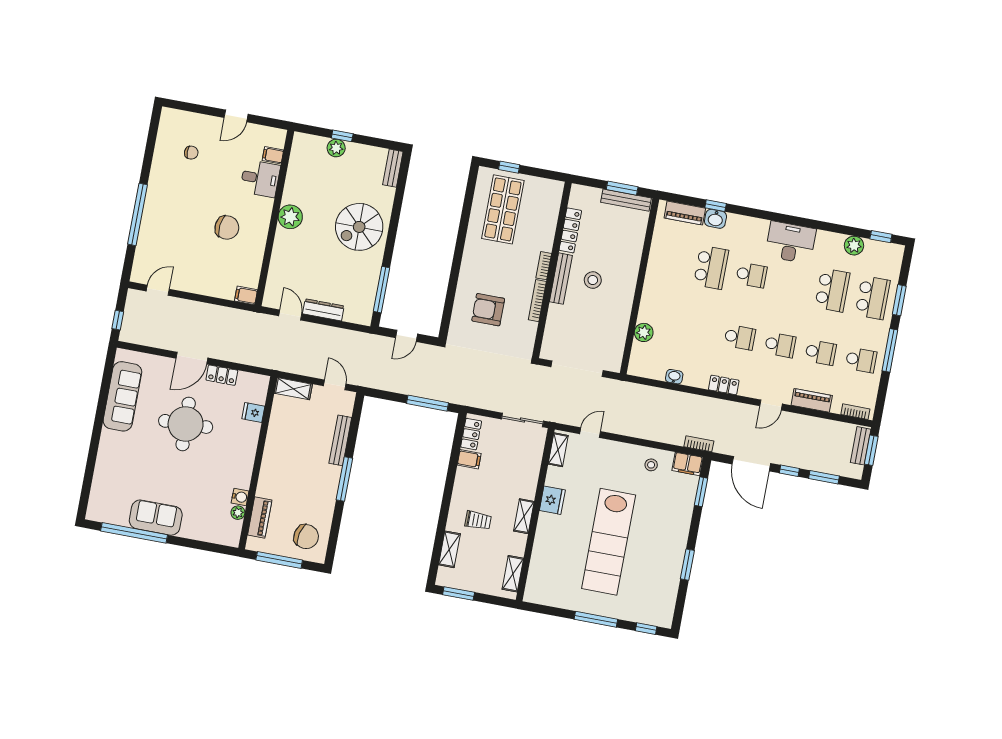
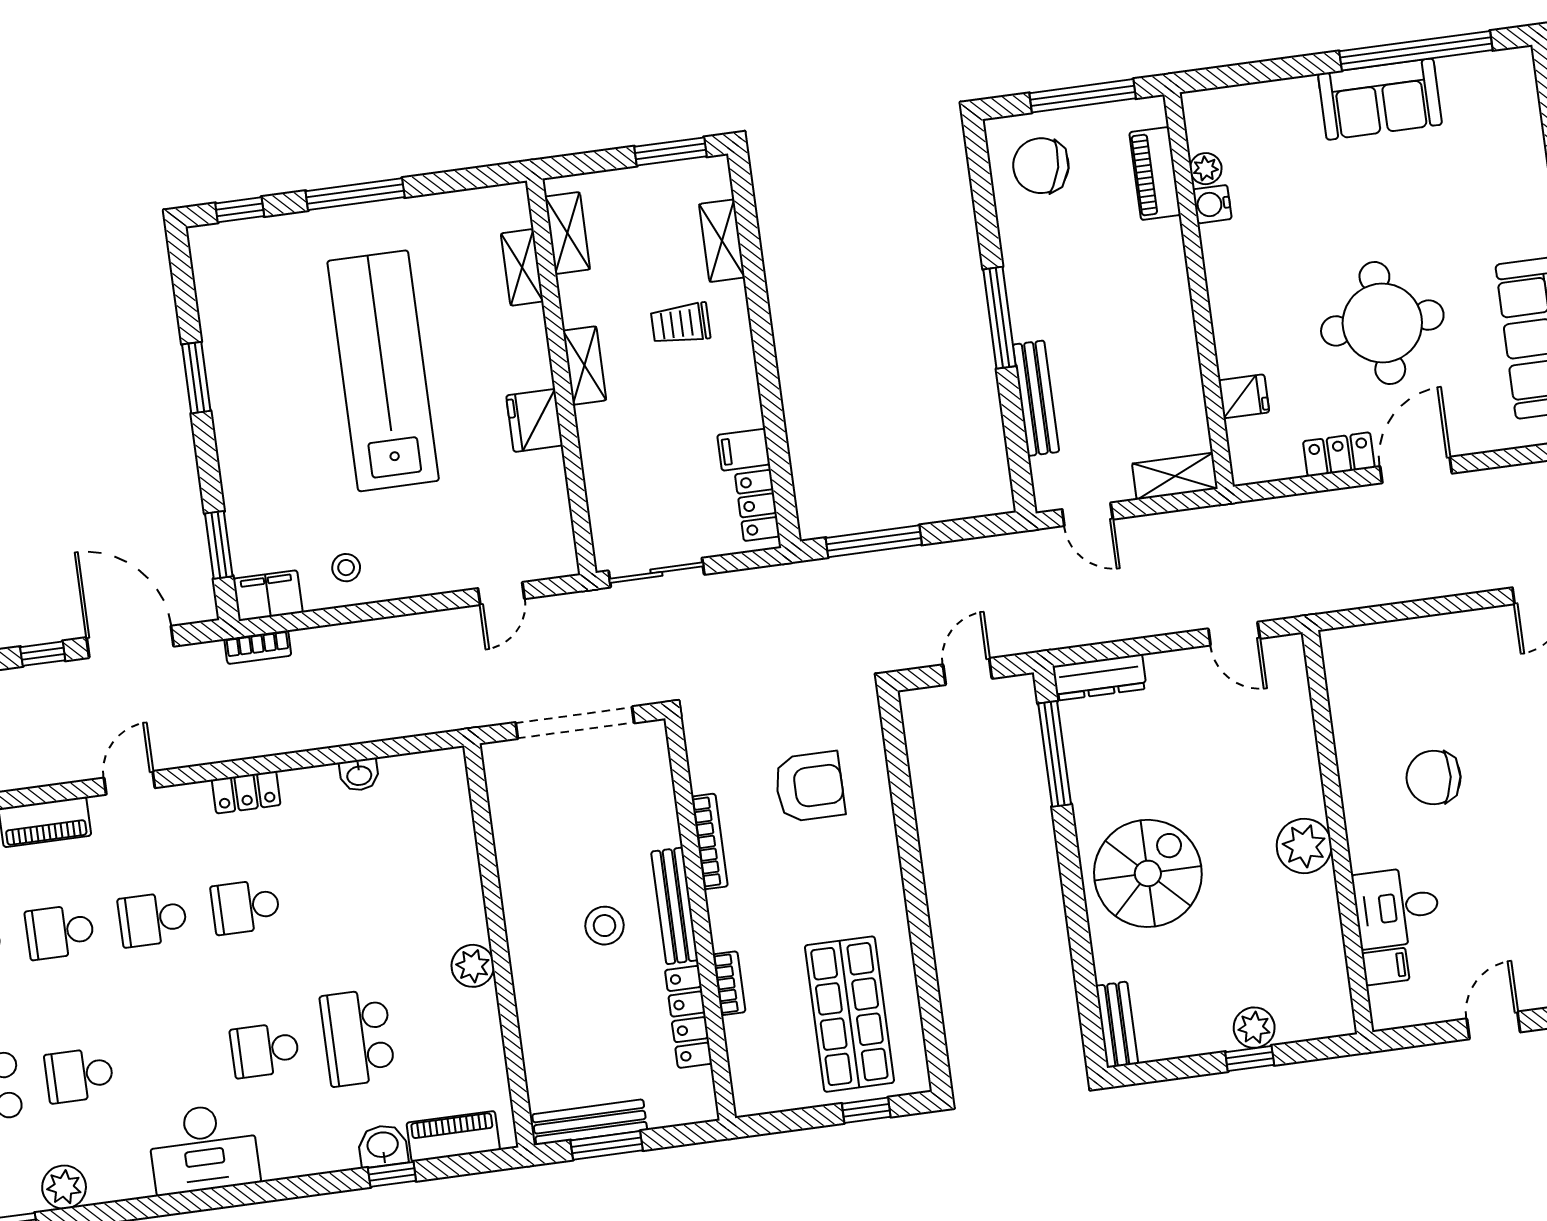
bookcase: (544, 266) -> (729, 983), moved
school desk: (832, 290) -> (79, 1075), width x0.54
filing cabinet: (246, 295) -> (1344, 644), removed
dresser: (323, 310) -> (1099, 677), moved
plant: (644, 332) -> (473, 966), moved
shelving: (558, 450) -> (522, 267), moved

